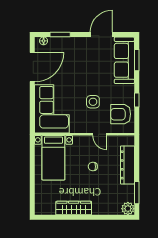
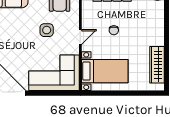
door: (100, 134) -> (80, 37), moved
wardrobe: (74, 208) -> (157, 65), moved

